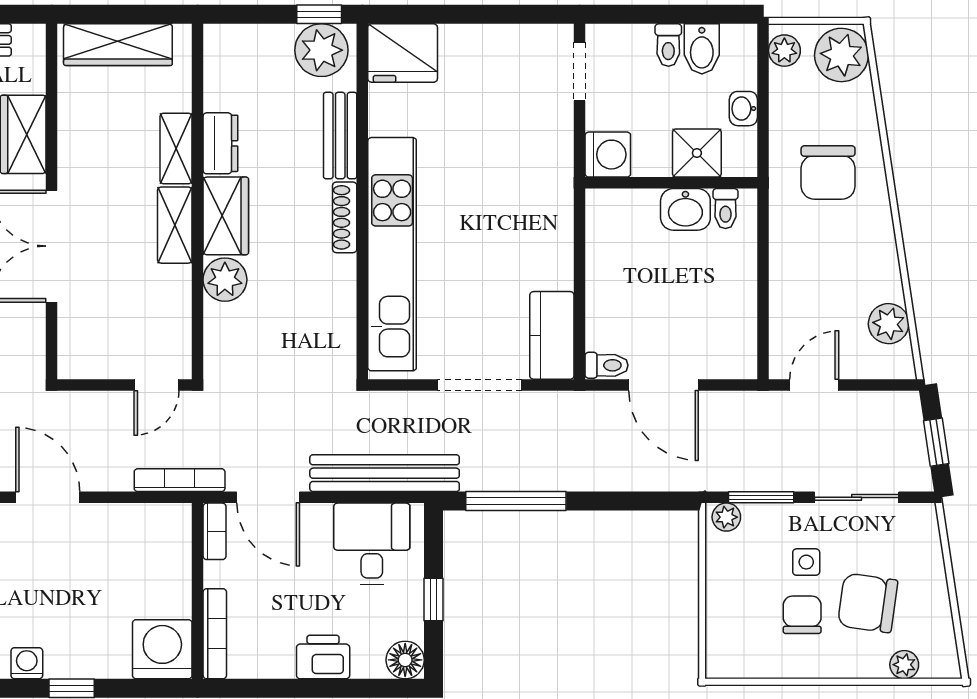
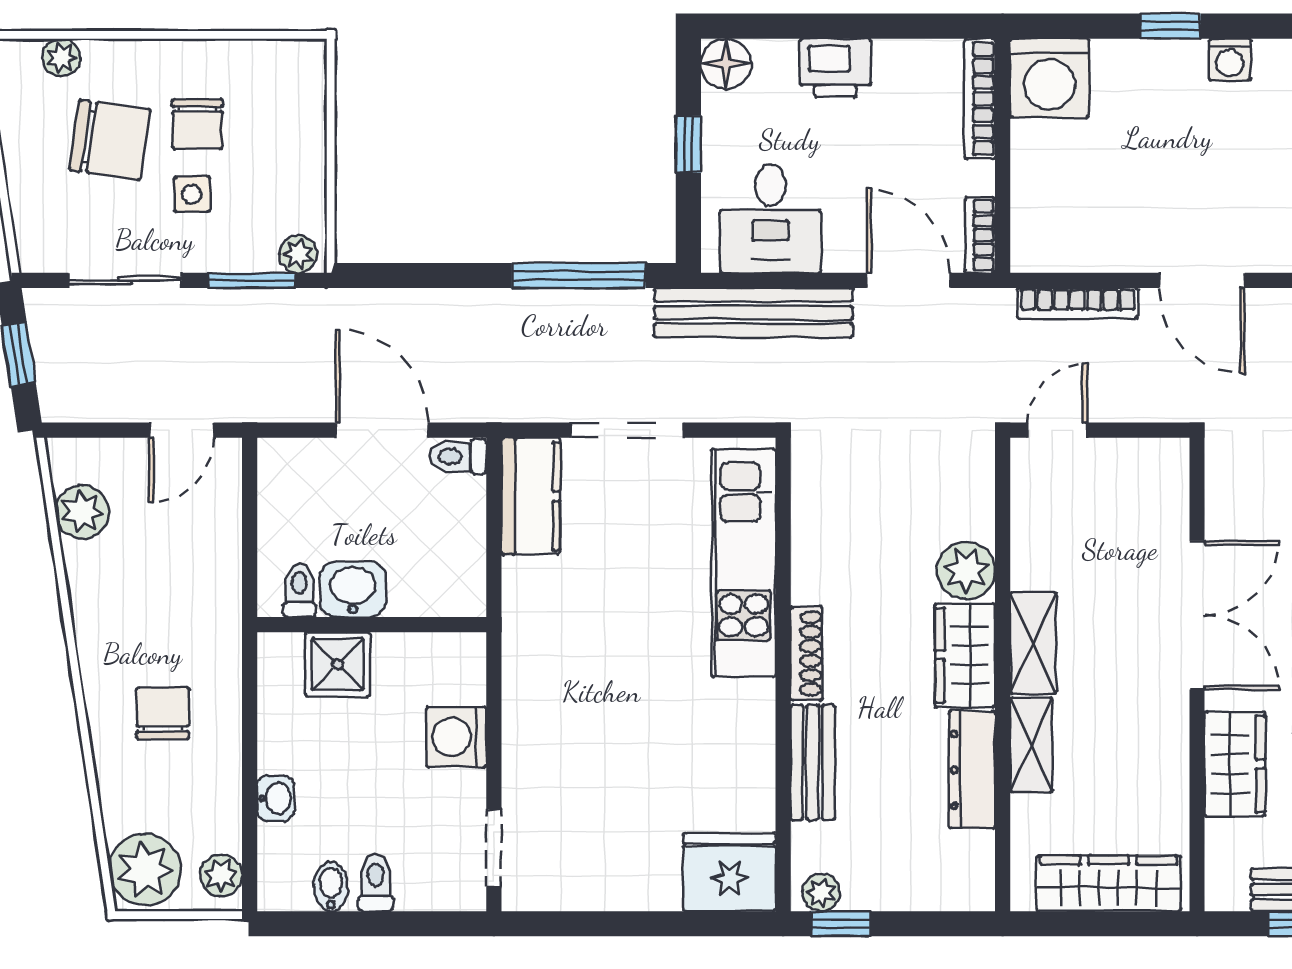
bidet: (702, 49) -> (331, 887), width x0.72, depth x0.74
plant: (321, 50) -> (821, 892), width x0.53, depth x0.53
dresser: (220, 143) -> (972, 770), width x1.44
shower: (697, 153) -> (338, 664), moved
chair: (828, 172) -> (163, 713), width x0.73, depth x0.73
wall: (671, 183) -> (372, 625), moved
washbasin: (685, 209) -> (353, 589), moved
toilet: (725, 209) -> (299, 590), moved
kitchen unit: (392, 254) -> (743, 563), width x0.73
bookcase: (180, 480) -> (1078, 303), moved

